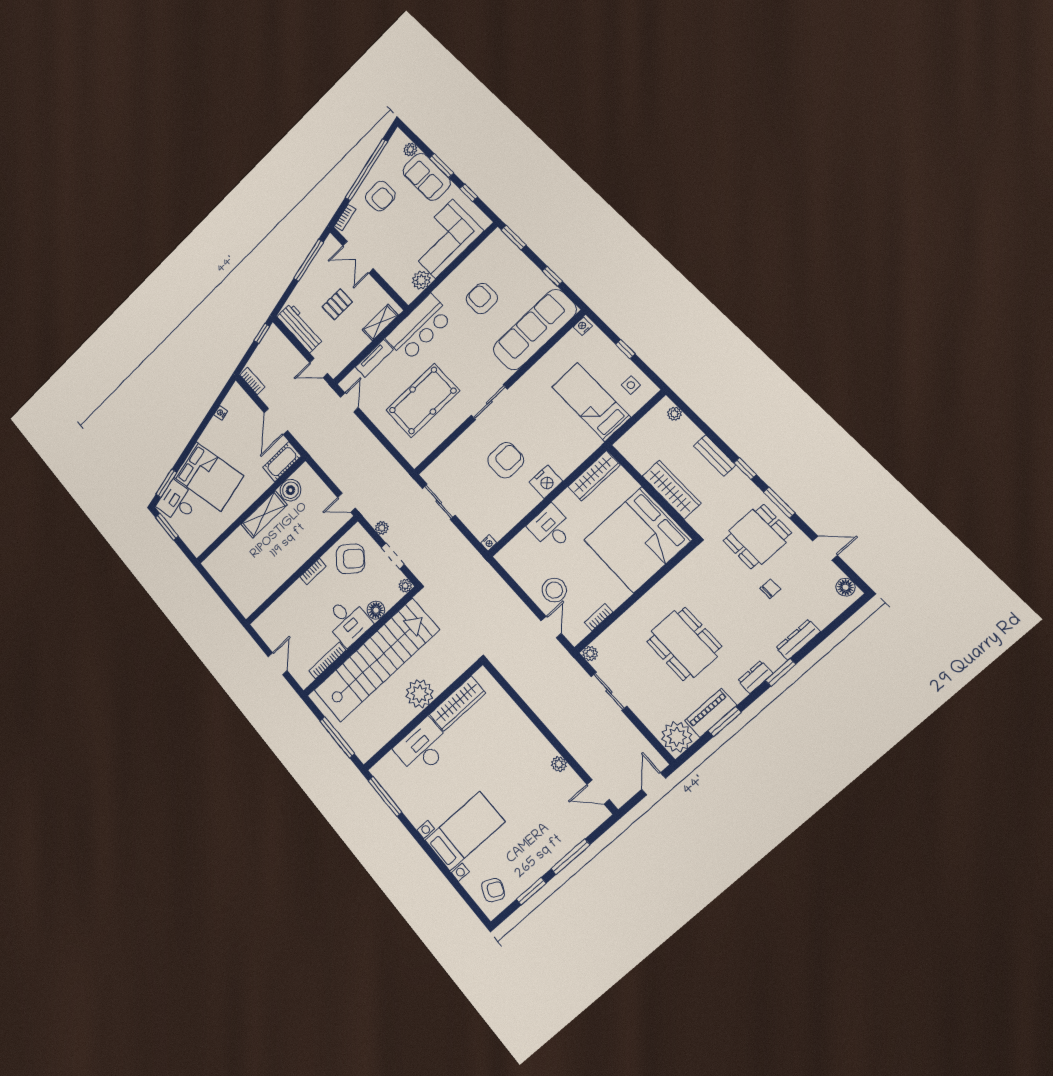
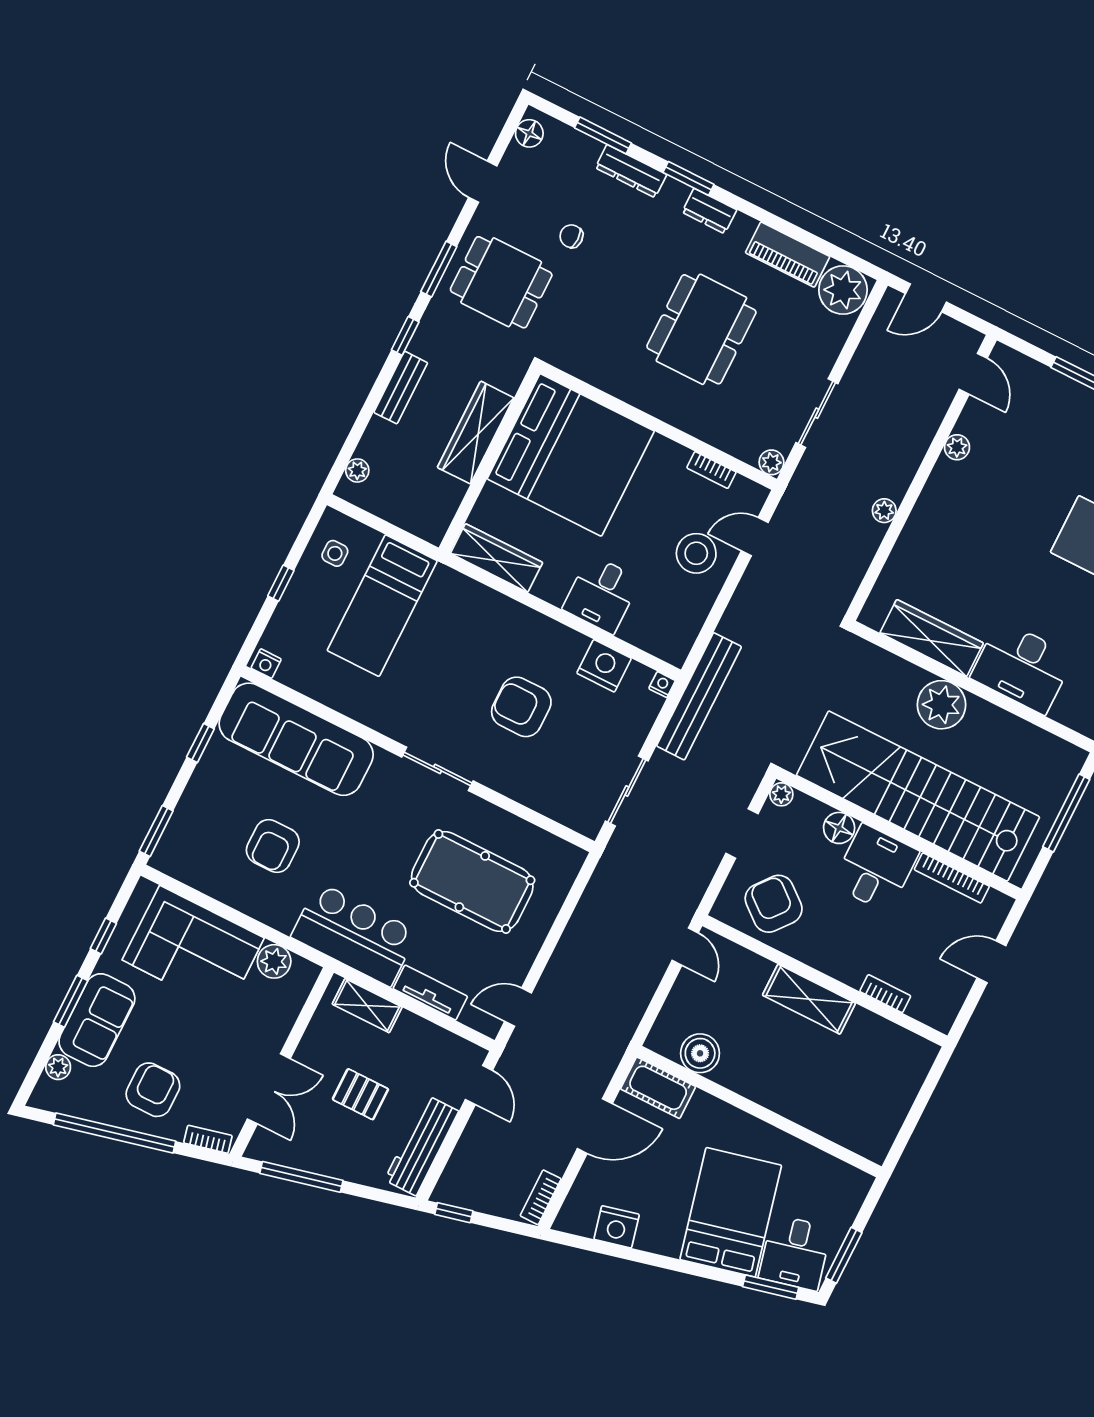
nightstand: (221, 413) -> (617, 1227), width x1.89, depth x1.79
nightstand: (546, 482) -> (604, 666), moved
shelving: (264, 515) -> (809, 999), moved
plant: (382, 528) -> (884, 511), moved
bench: (474, 561) -> (699, 696), added
bookcase: (313, 571) -> (885, 994), moved
window: (725, 722) -> (603, 135), moved

